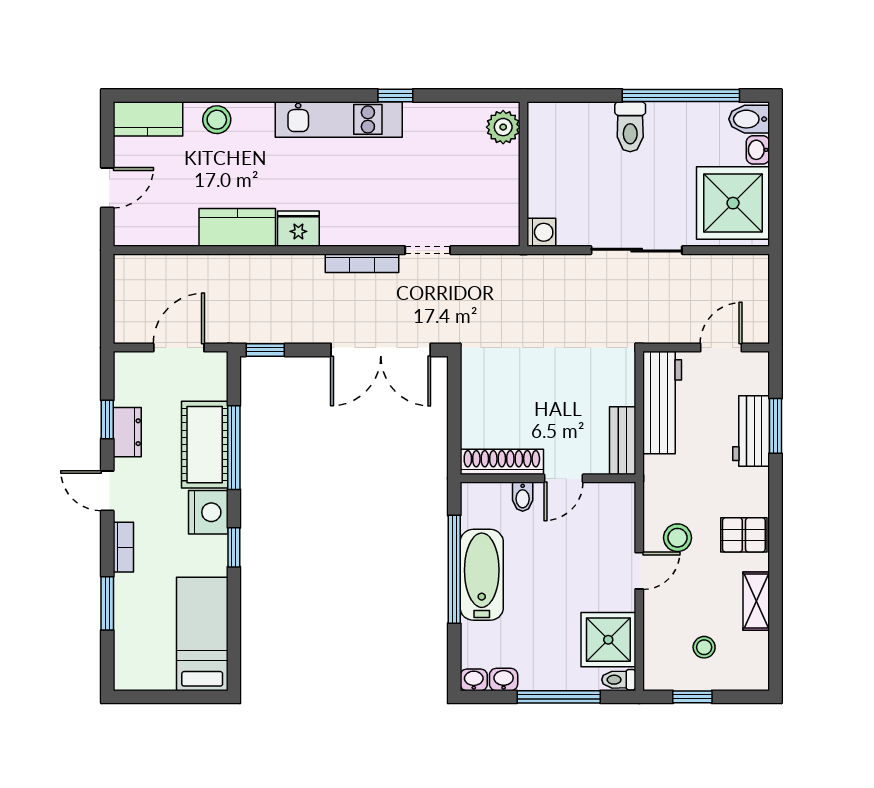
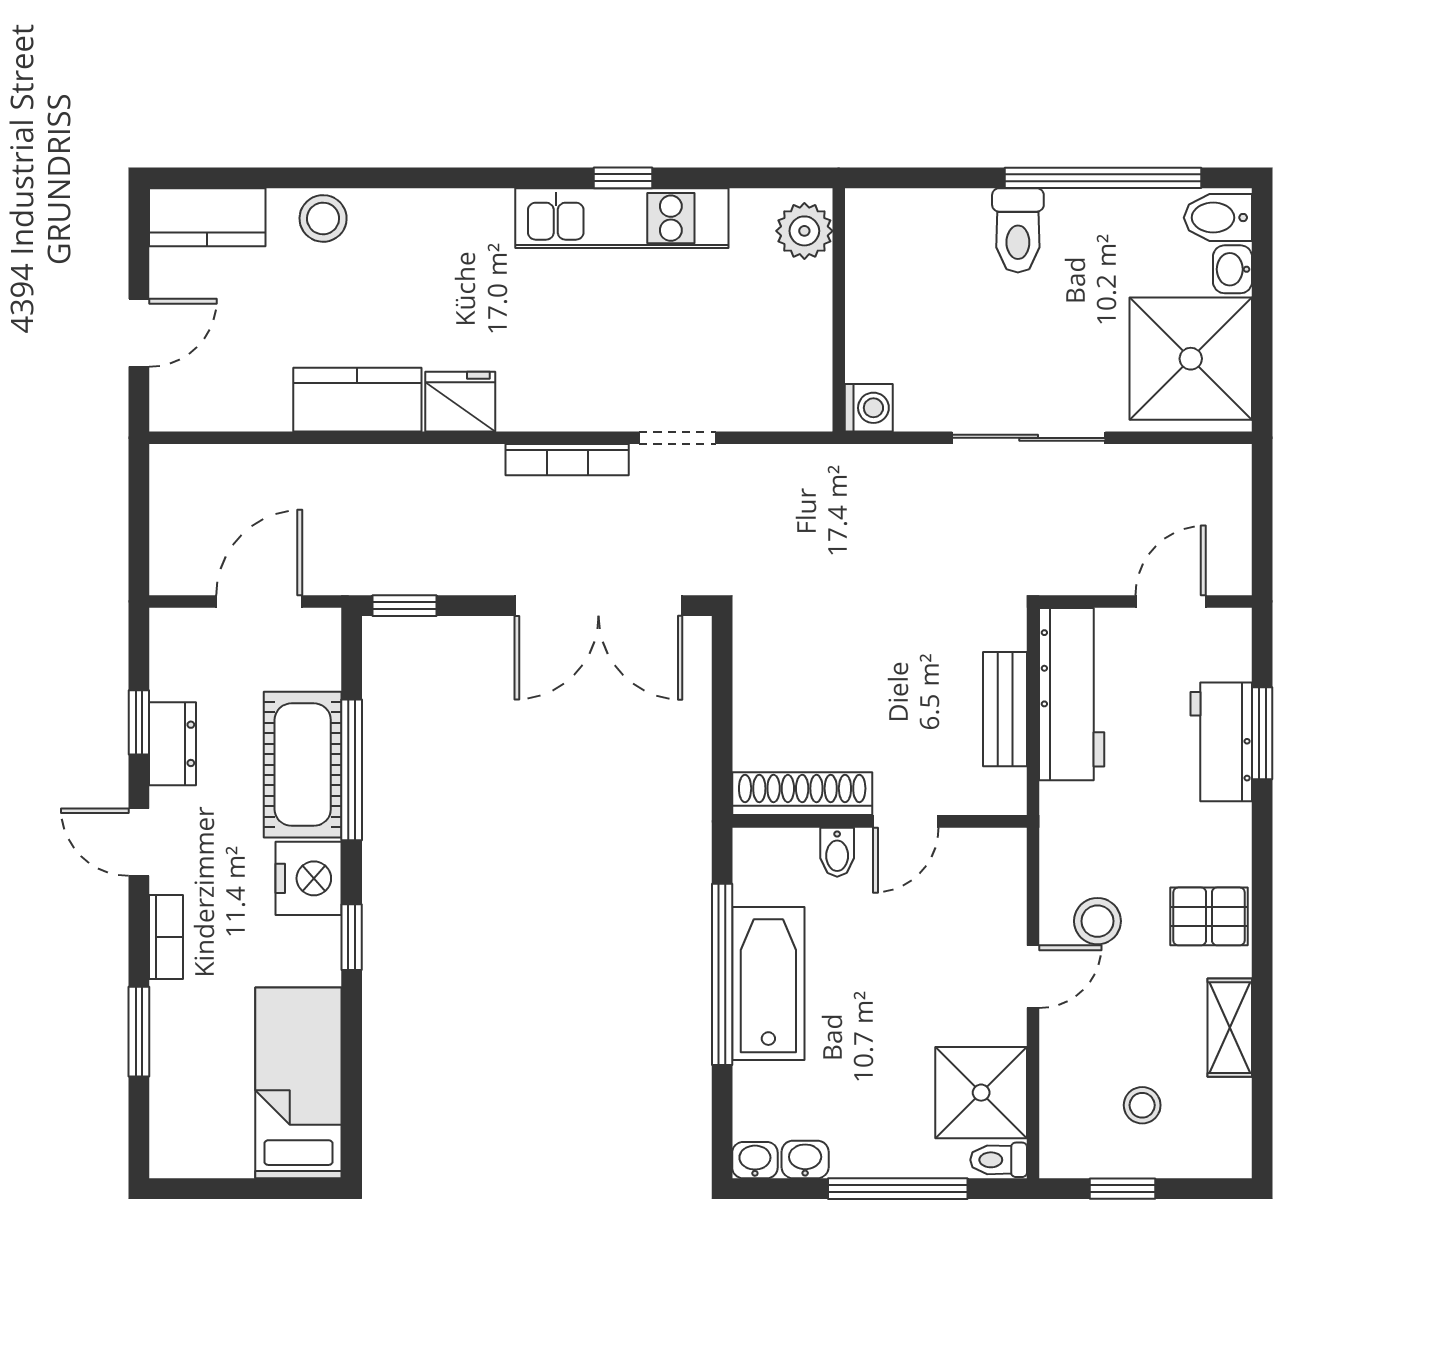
kitchen unit: (339, 119) -> (622, 218), moved
bench: (623, 441) -> (1005, 709), moved

